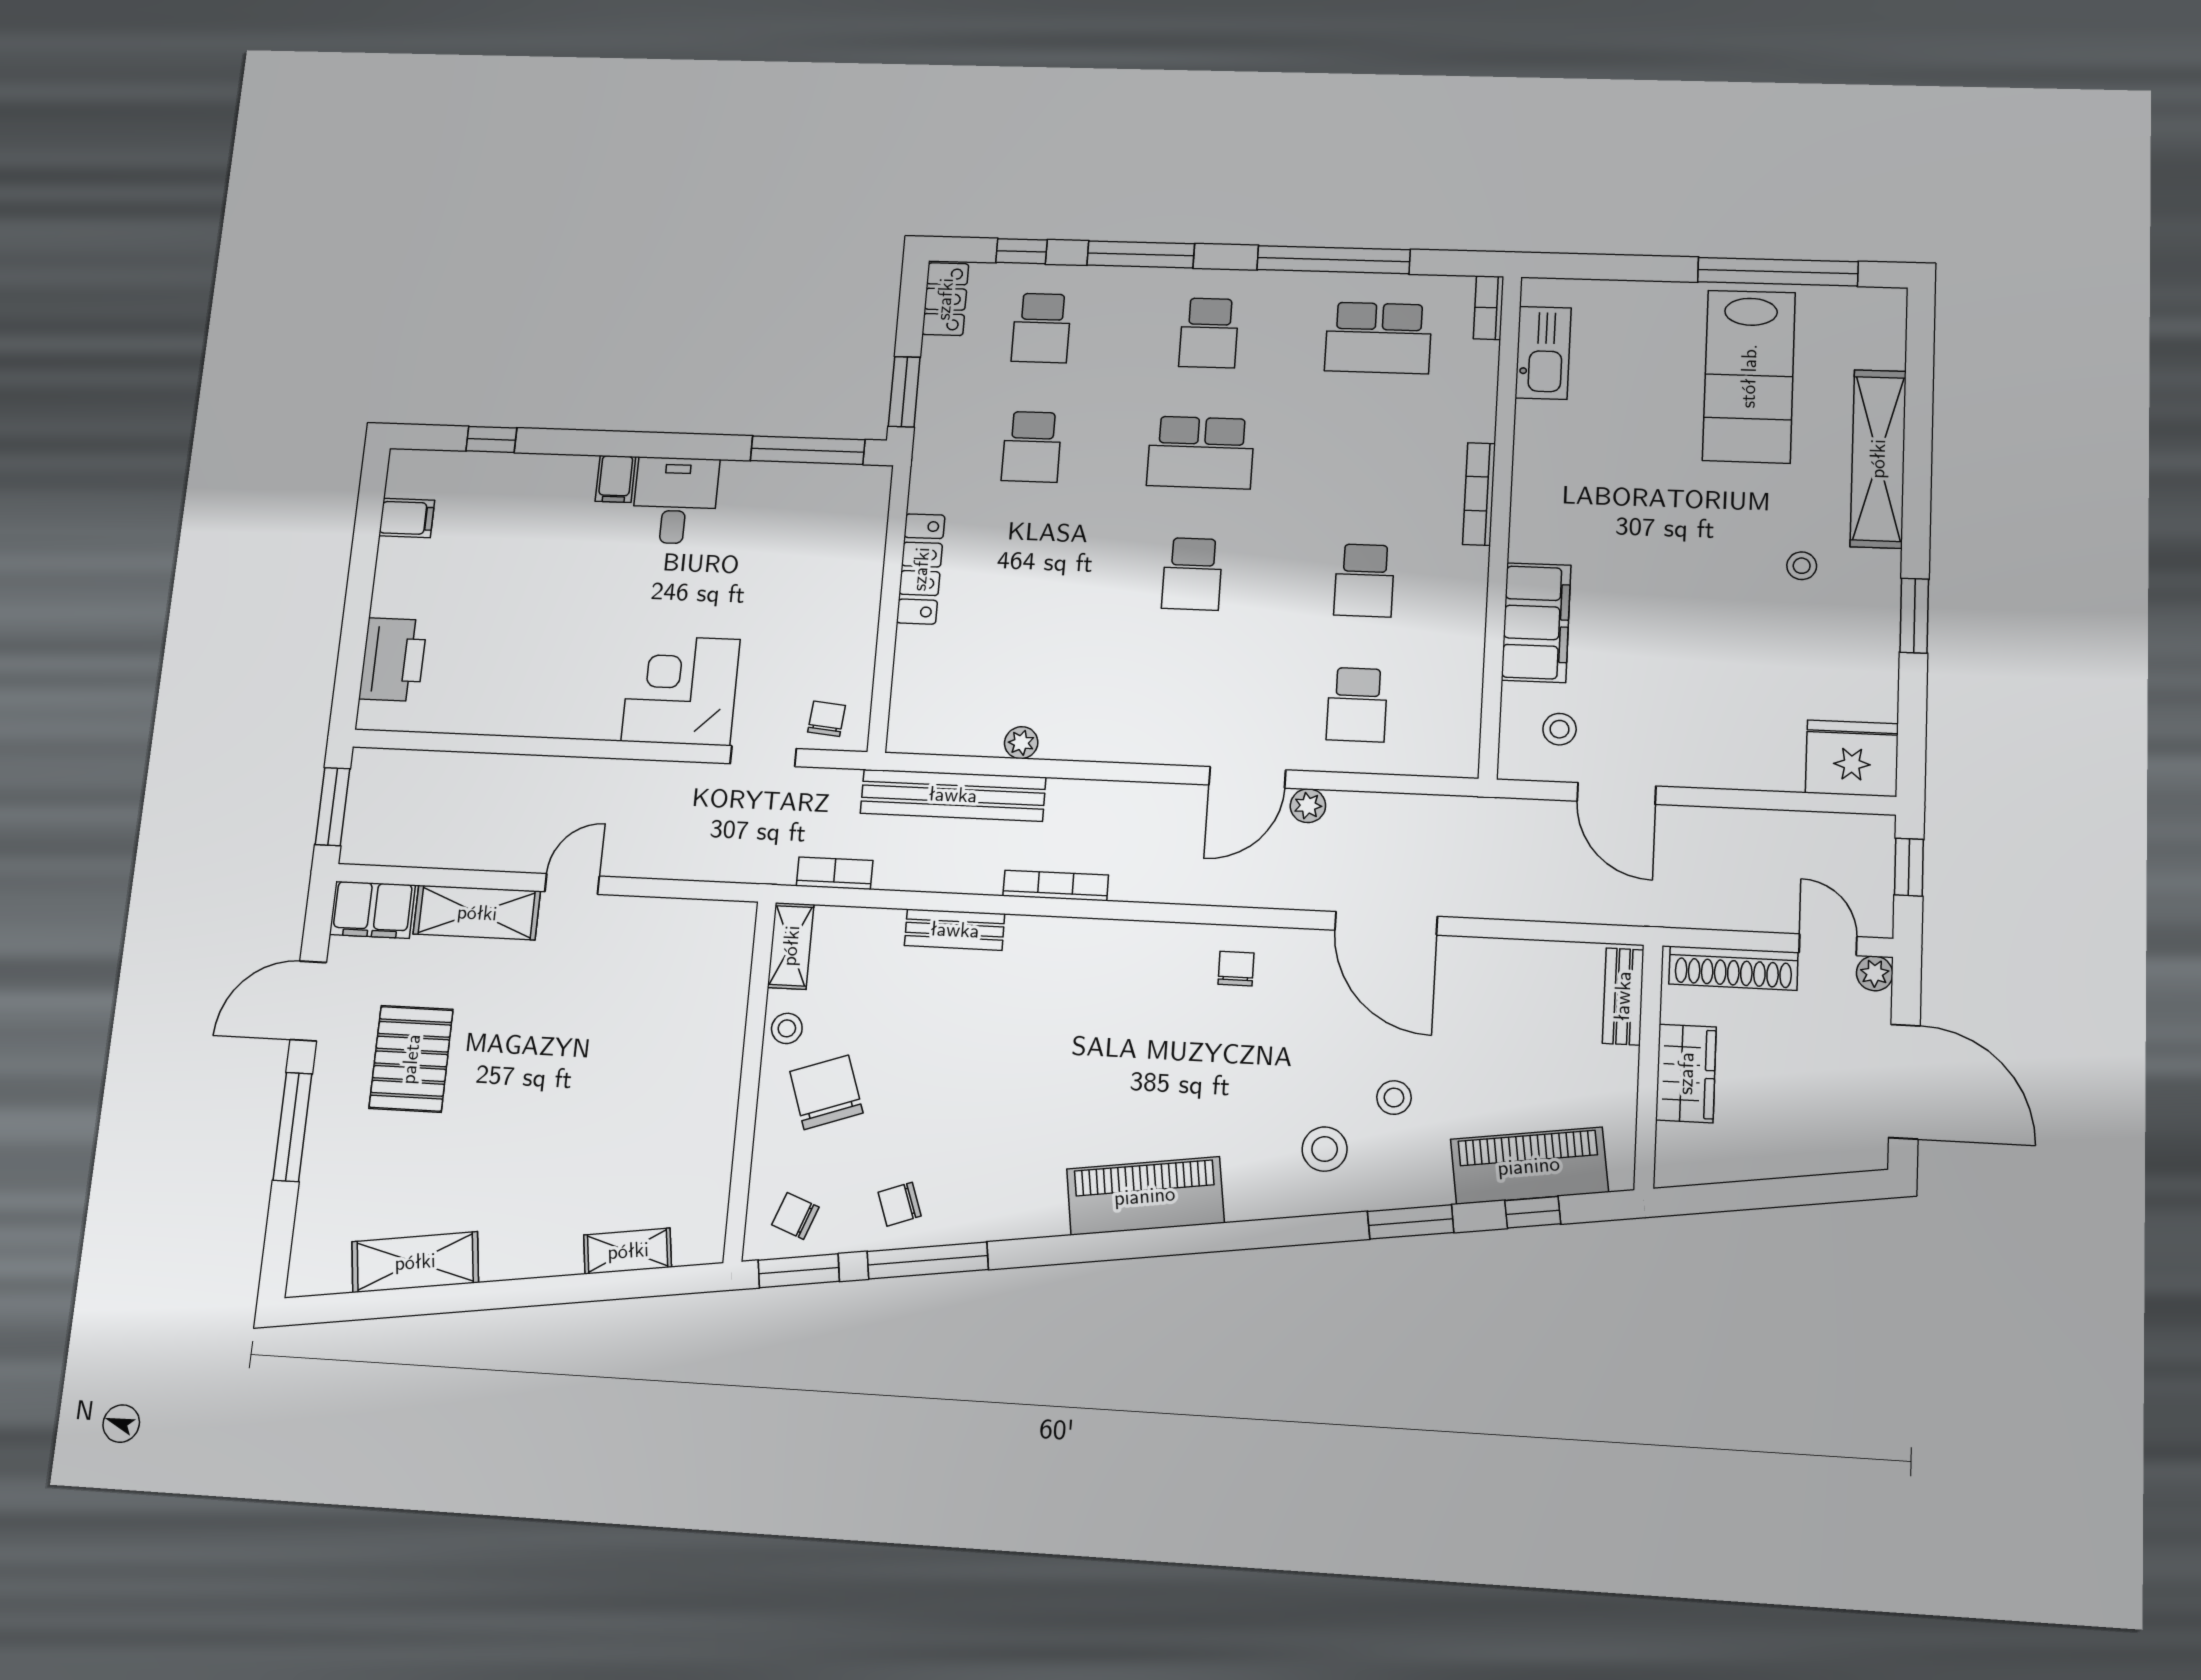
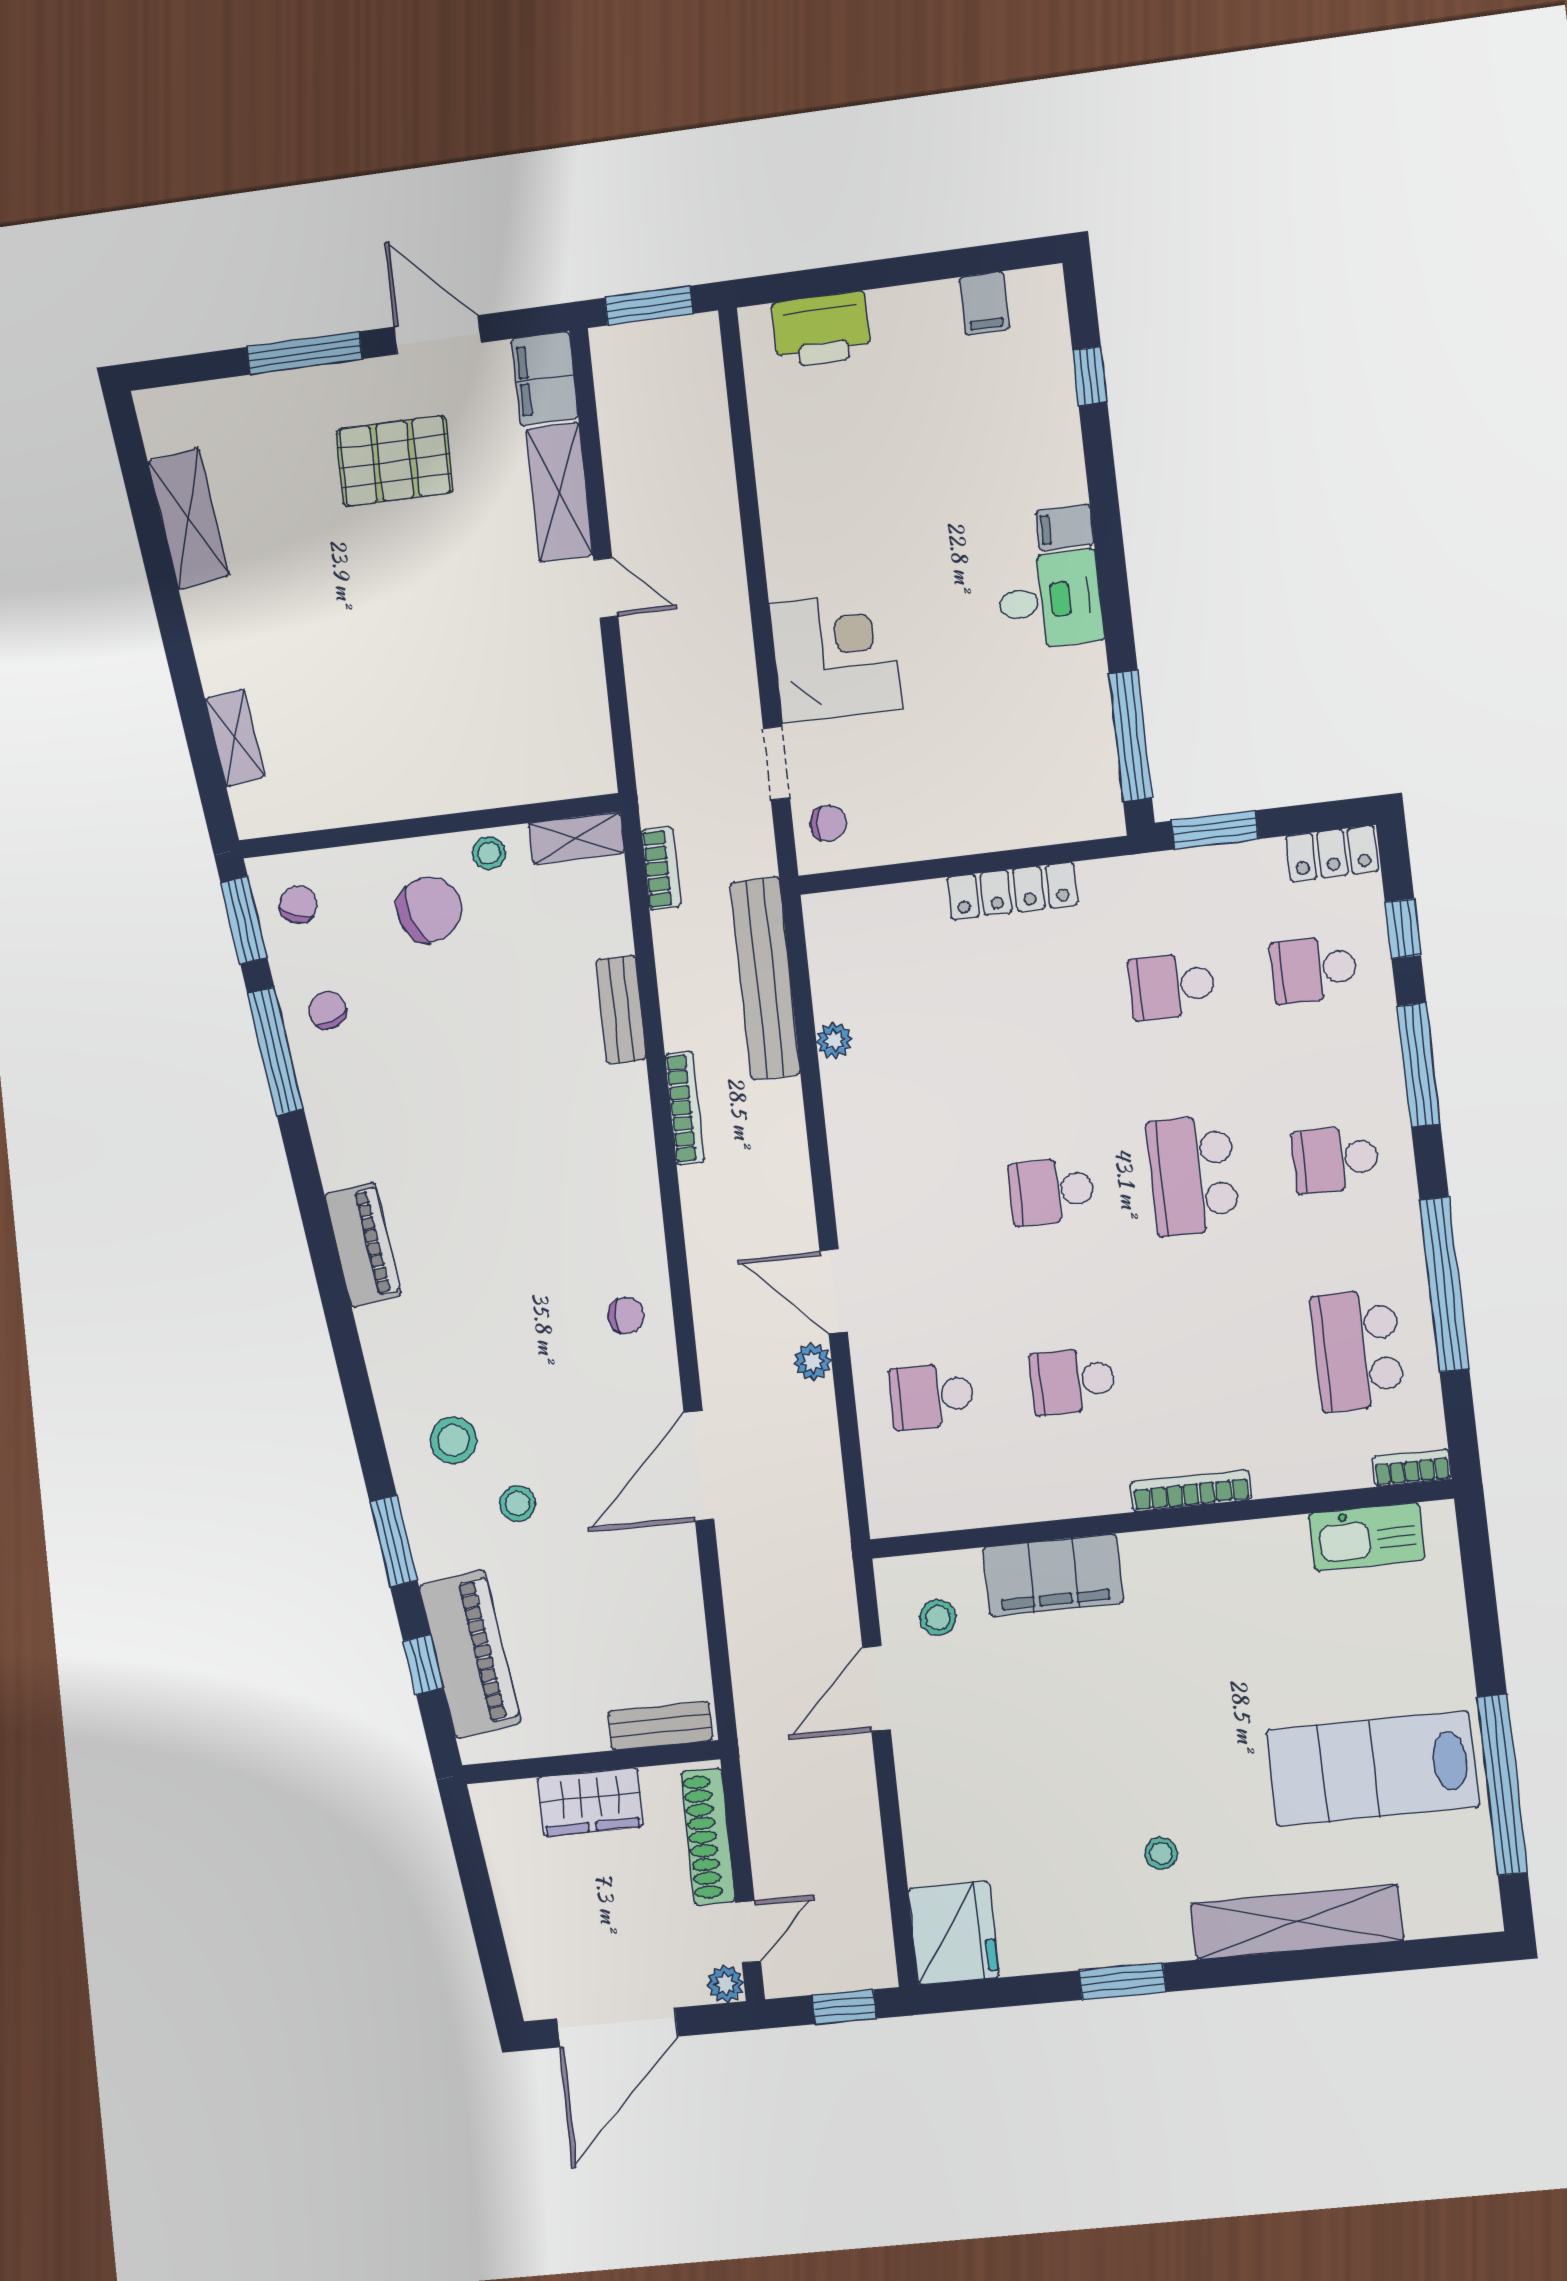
piano: (1145, 1196) -> (363, 1245), width x0.73, depth x0.75

